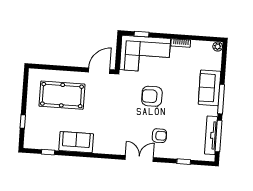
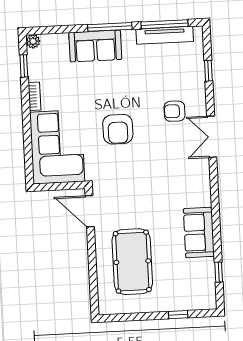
window: (141, 34) -> (24, 66), moved
armchair: (159, 136) -> (174, 111), turned -90

